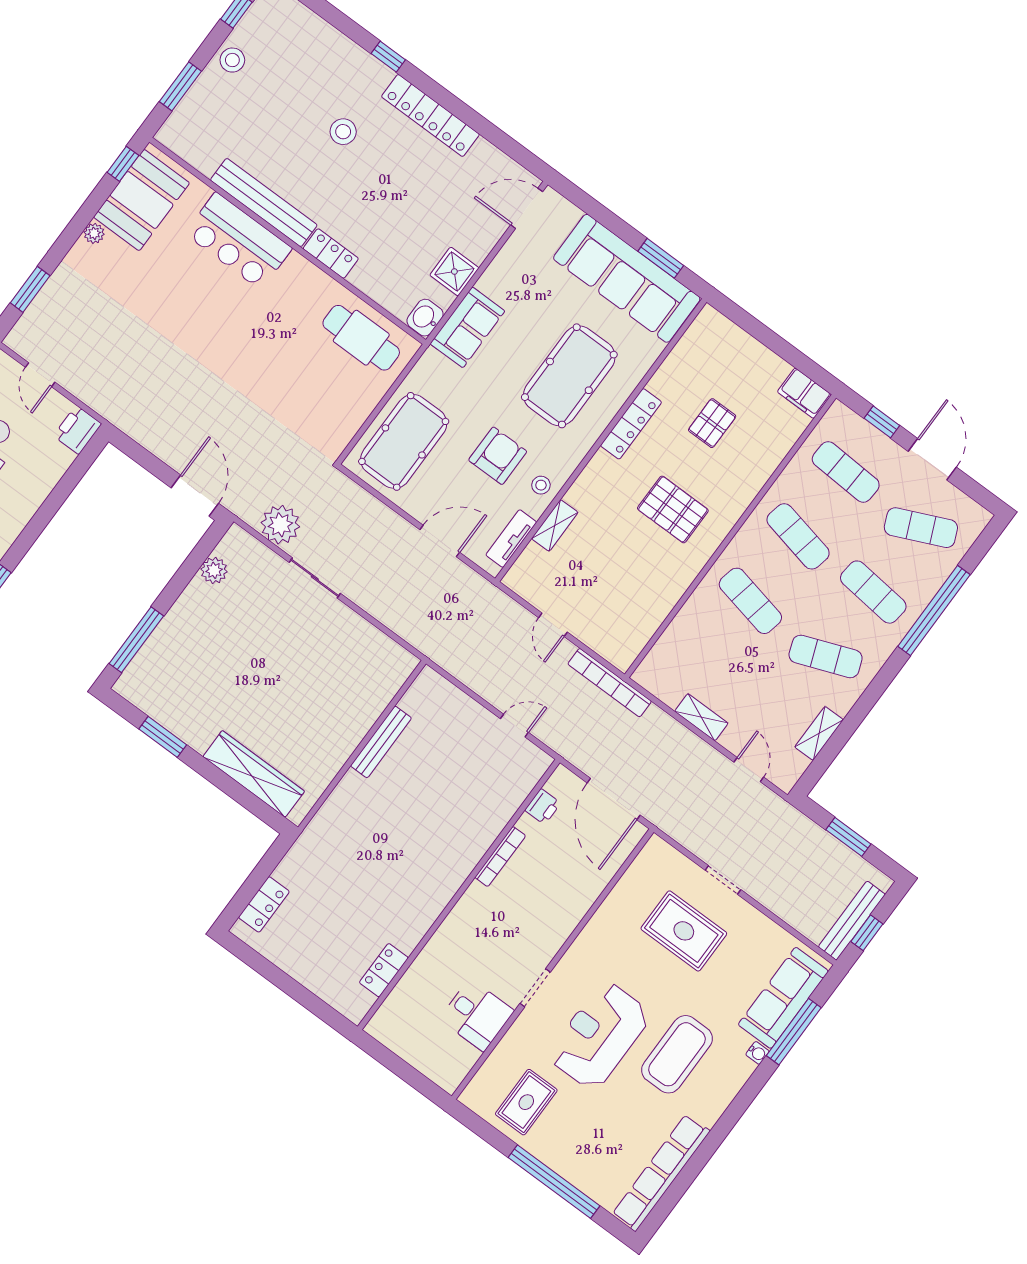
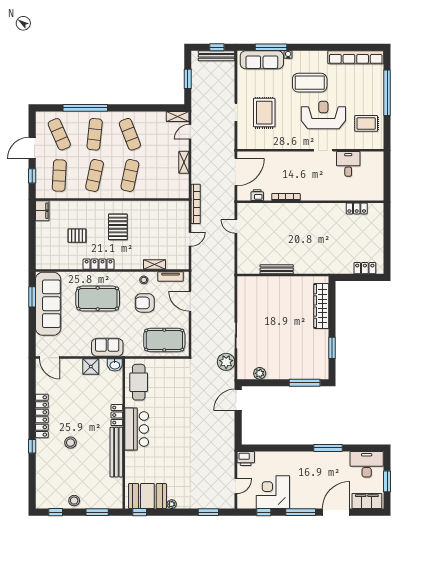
bar counter: (238, 241) -> (137, 429), moved
shelving: (819, 733) -> (178, 116), moved
reception desk: (599, 1036) -> (323, 115), turned 180

